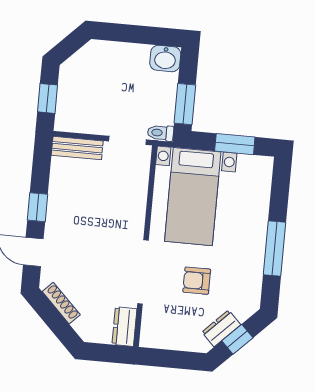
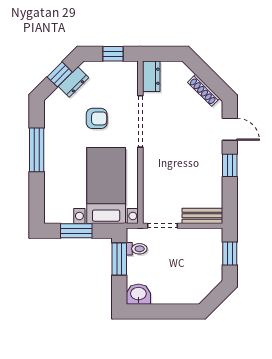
toilet: (161, 133) -> (137, 249), moved
window: (169, 359) -> (113, 54), added

